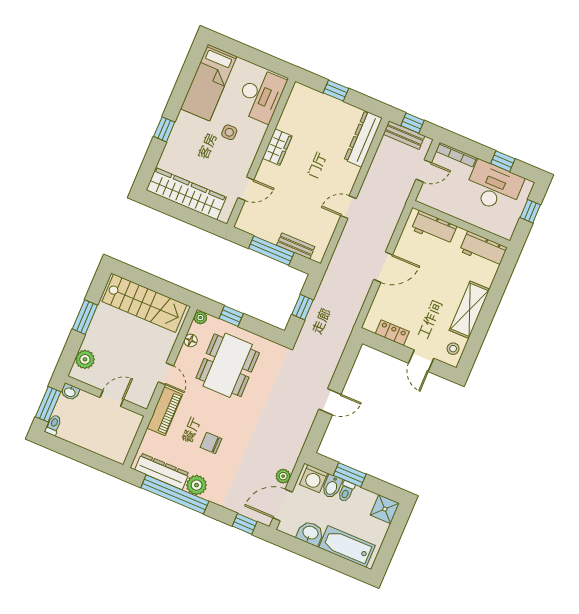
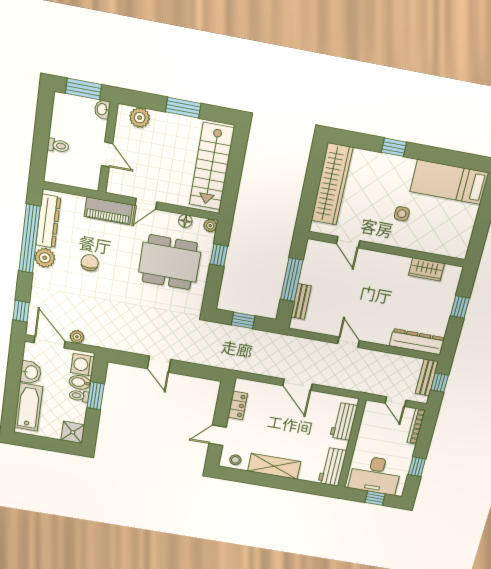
desk: (261, 95) -> (444, 237), removed
wardrobe: (277, 147) -> (426, 269), moved
desk: (494, 187) -> (375, 475), moved, turned 90
toilet: (53, 425) -> (58, 146), moved

